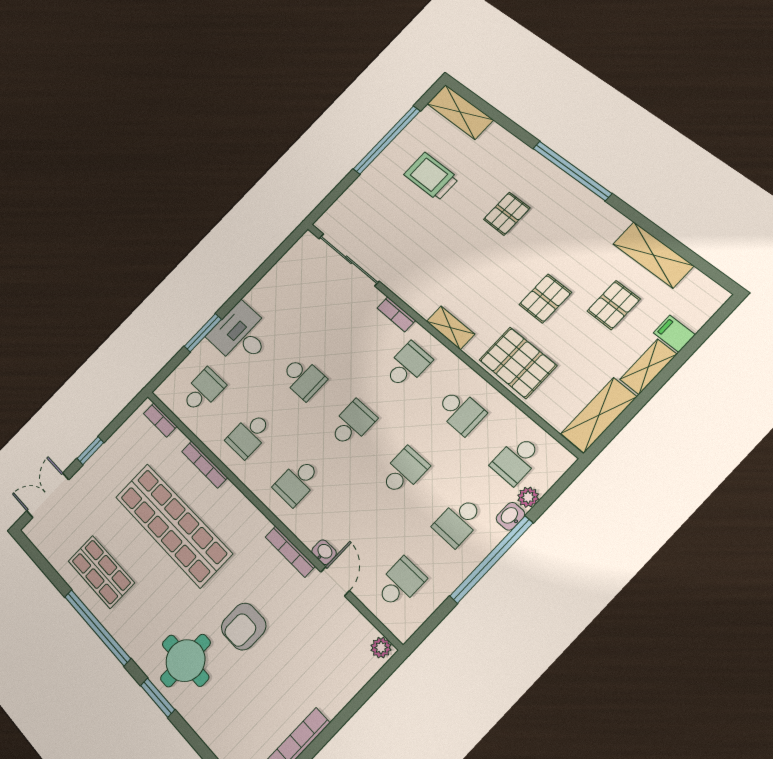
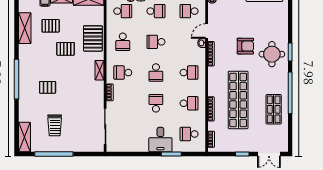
school desk: (461, 411) -> (123, 42), turned 180
school desk: (352, 424) -> (156, 73), turned -90

